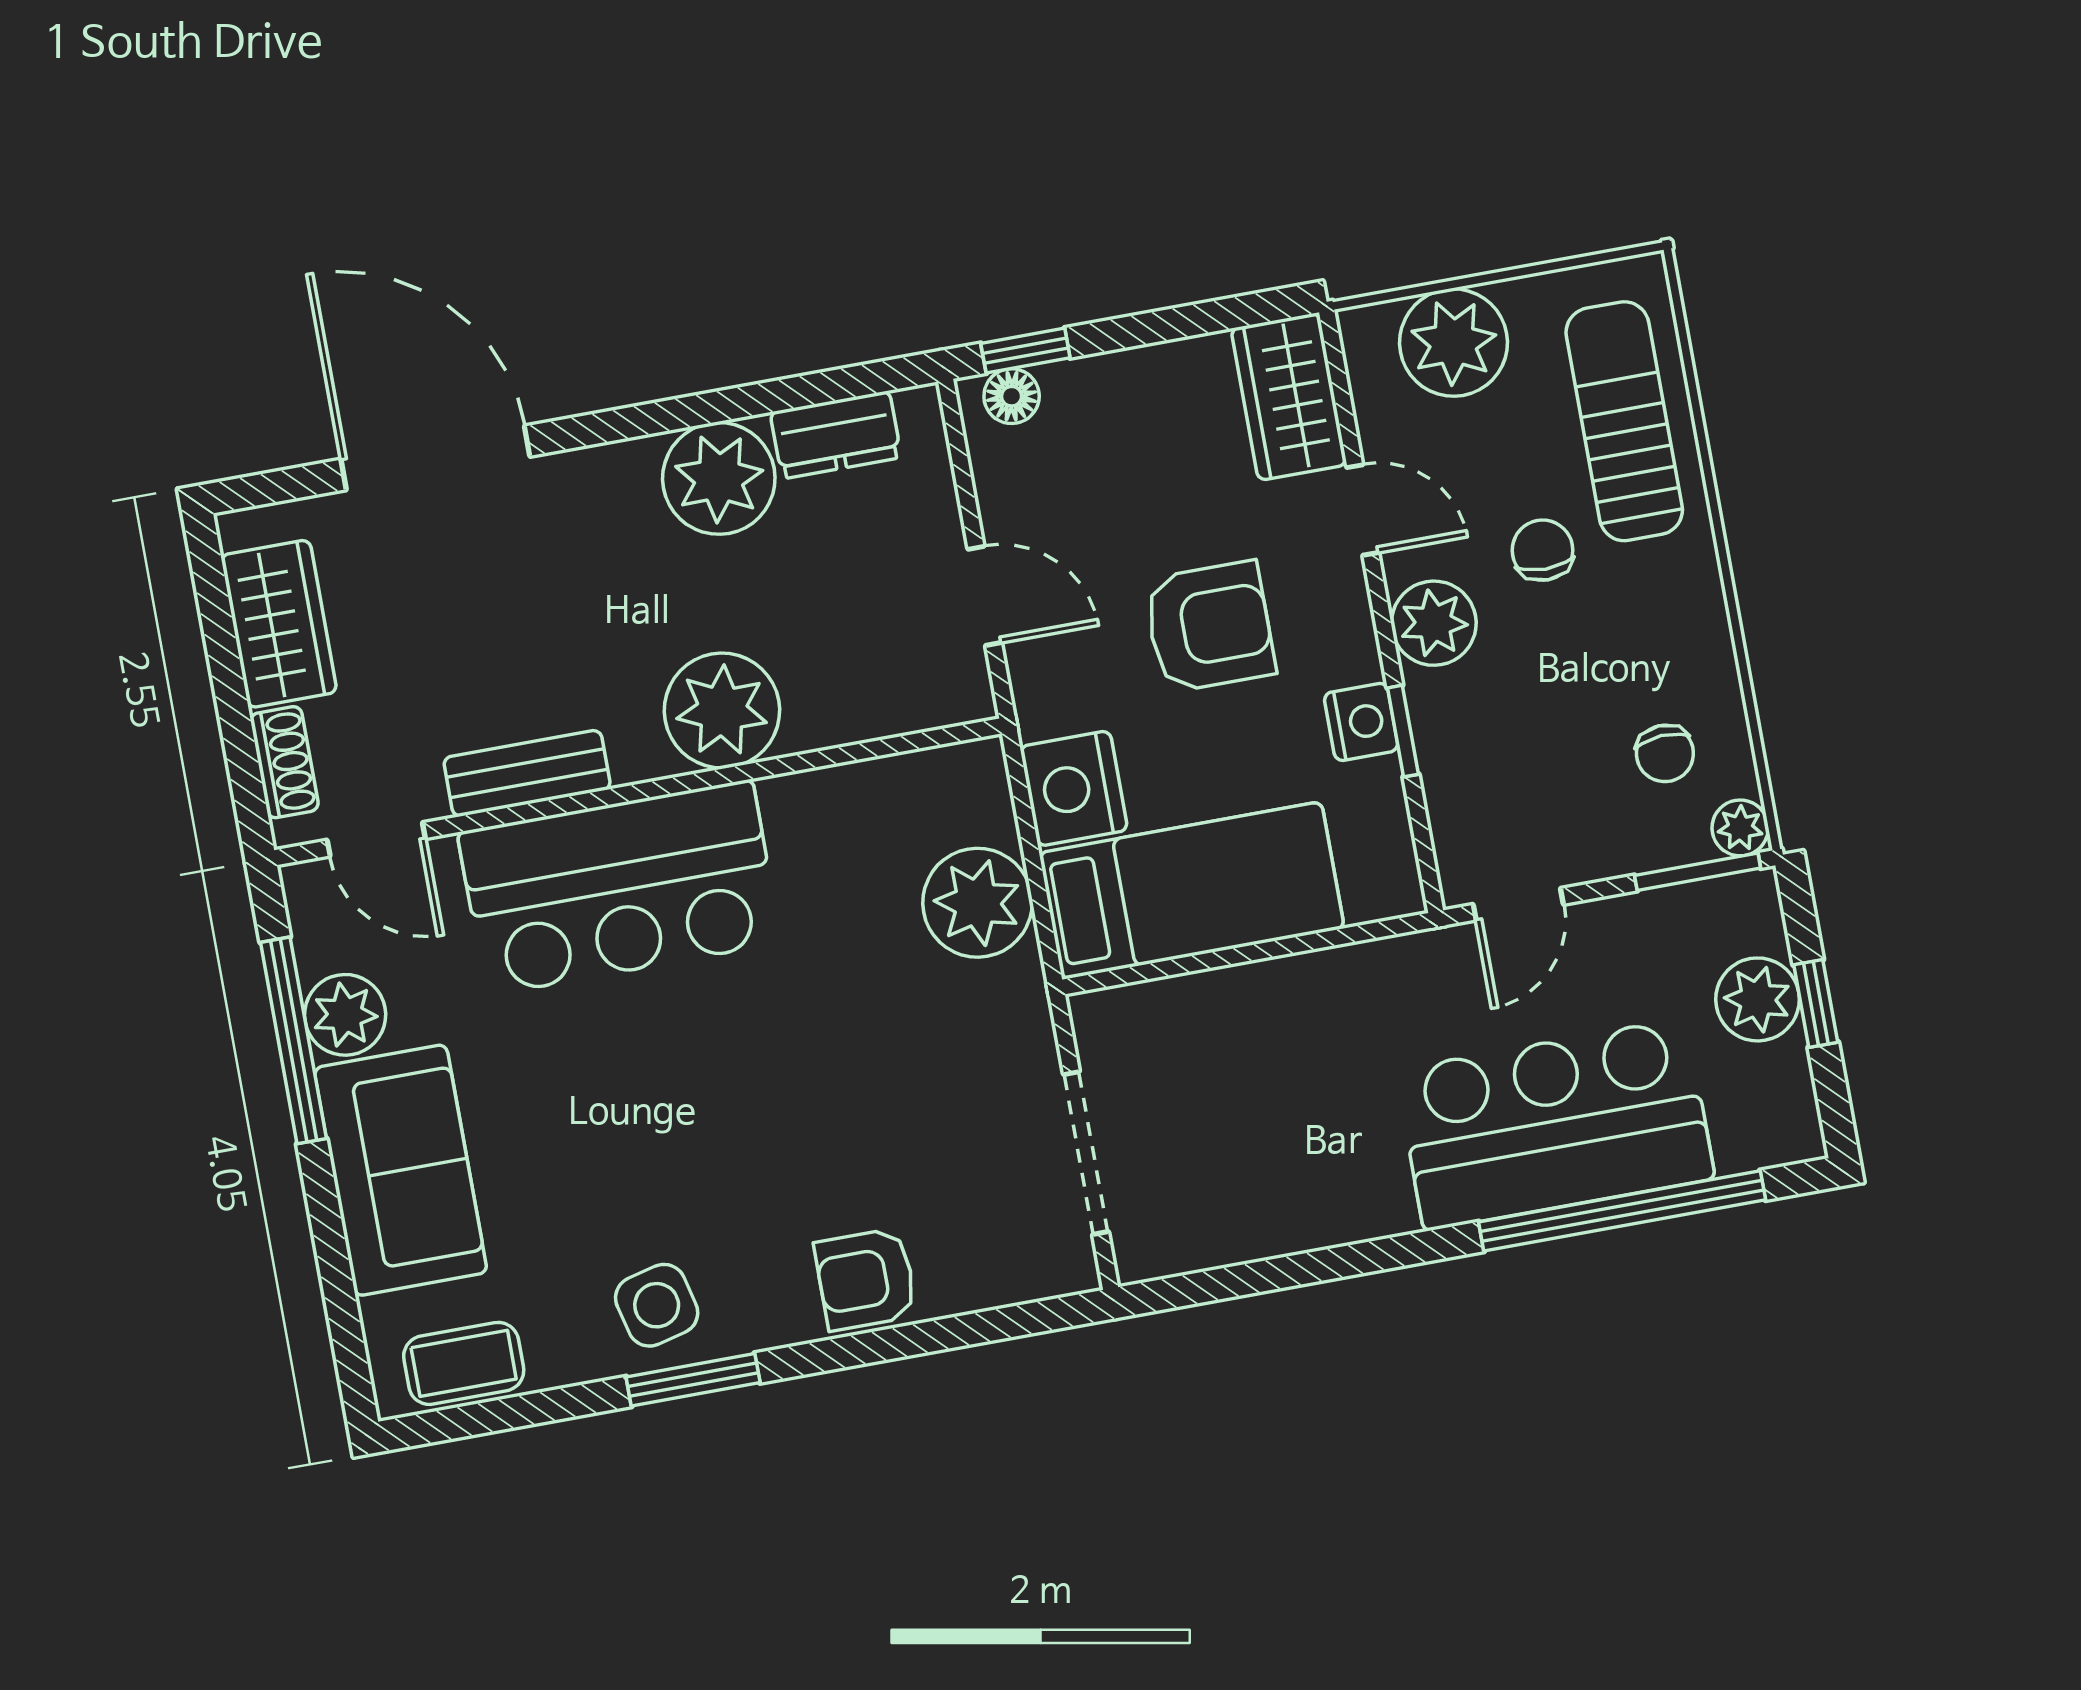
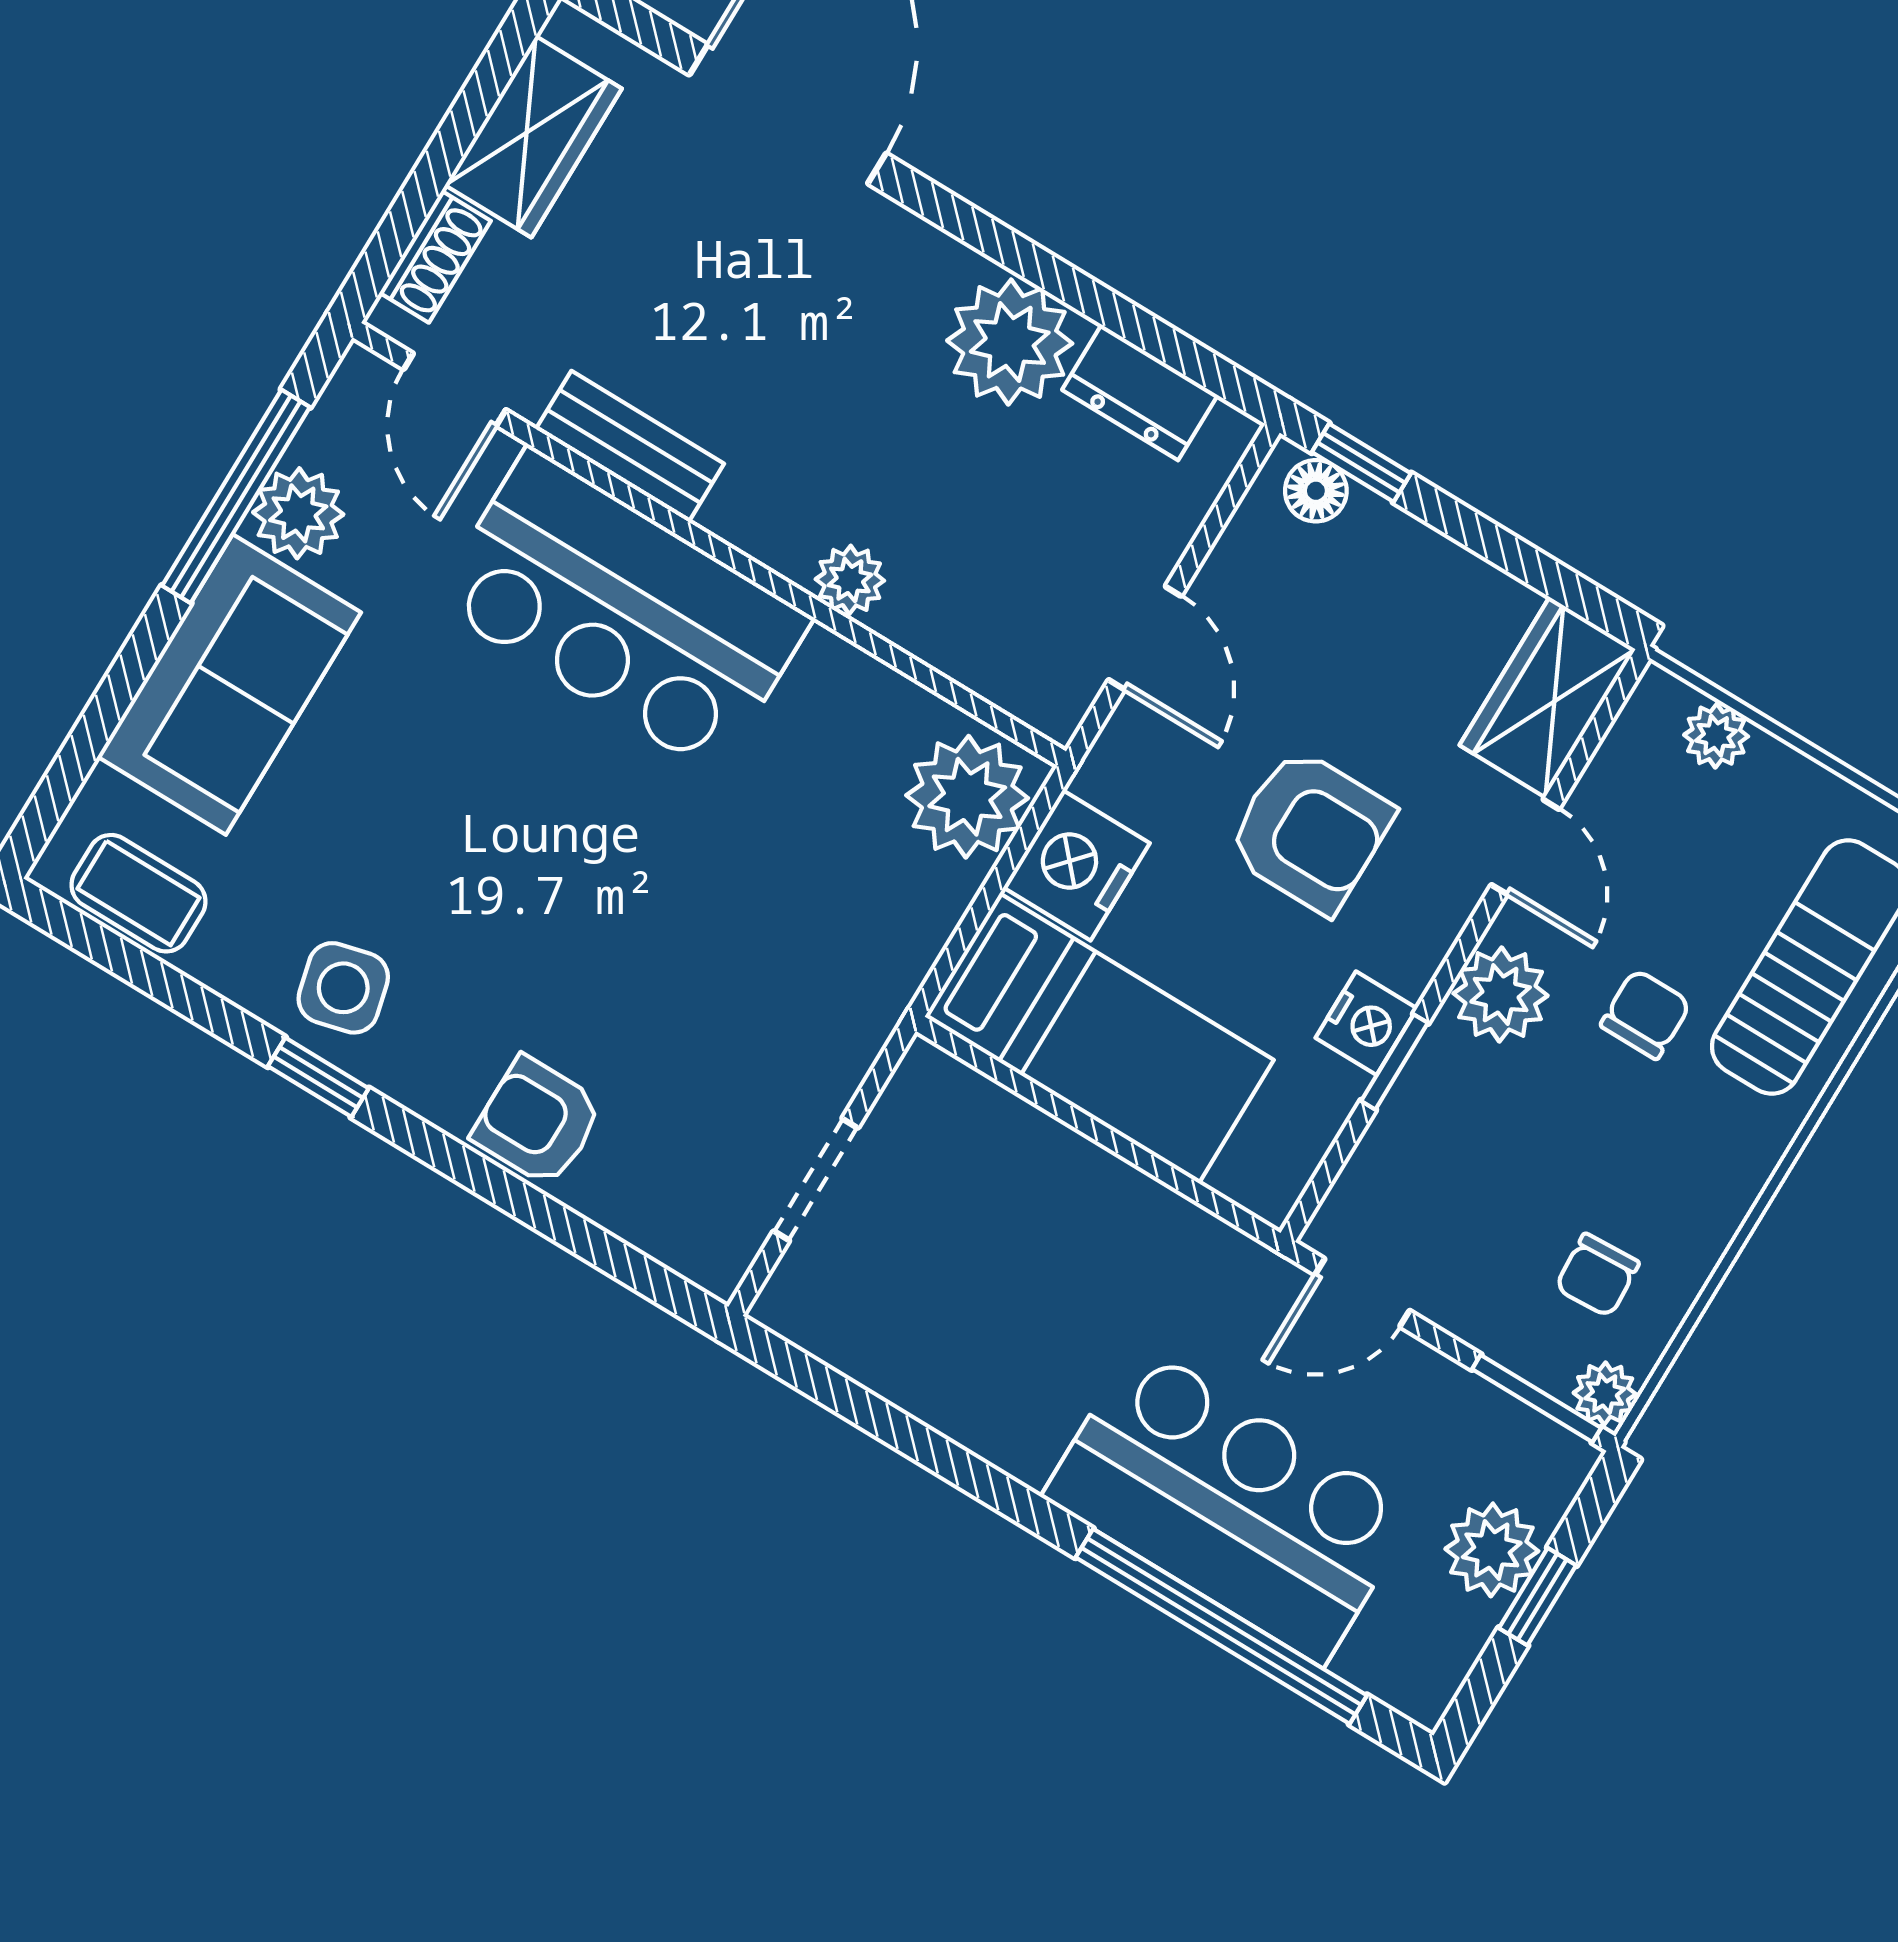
plant: (1454, 343) -> (1716, 736), width x0.53, depth x0.53
plant: (722, 710) -> (850, 580), width x0.53, depth x0.53
plant: (977, 903) -> (967, 797), moved
doorway: (1086, 1153) -> (816, 1180), width x0.73
window: (693, 1380) -> (318, 1077), width x0.67

